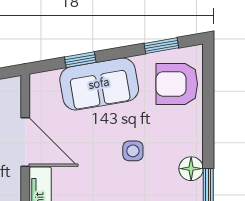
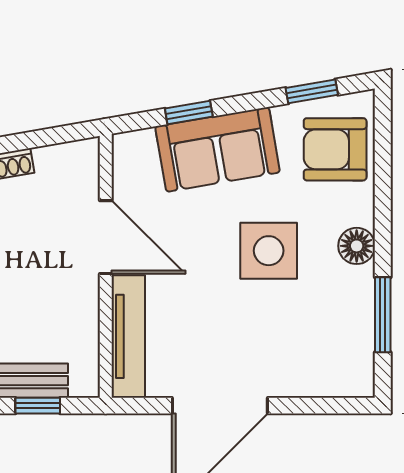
side table: (133, 151) -> (269, 251), width x1.87, depth x1.87
floor lamp: (191, 169) -> (357, 246), moved

